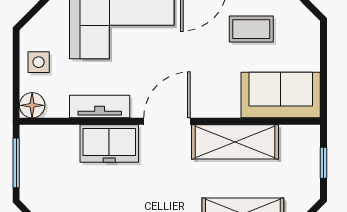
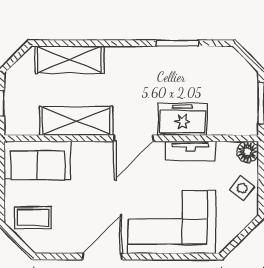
coffee table: (251, 29) -> (33, 218), moved
side table: (39, 62) -> (242, 188), turned 38

